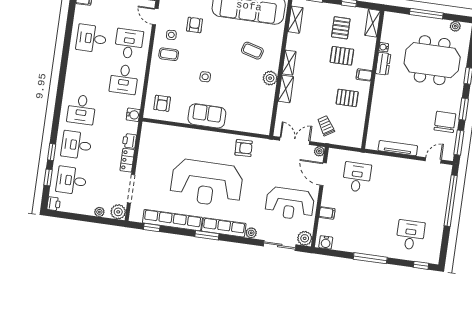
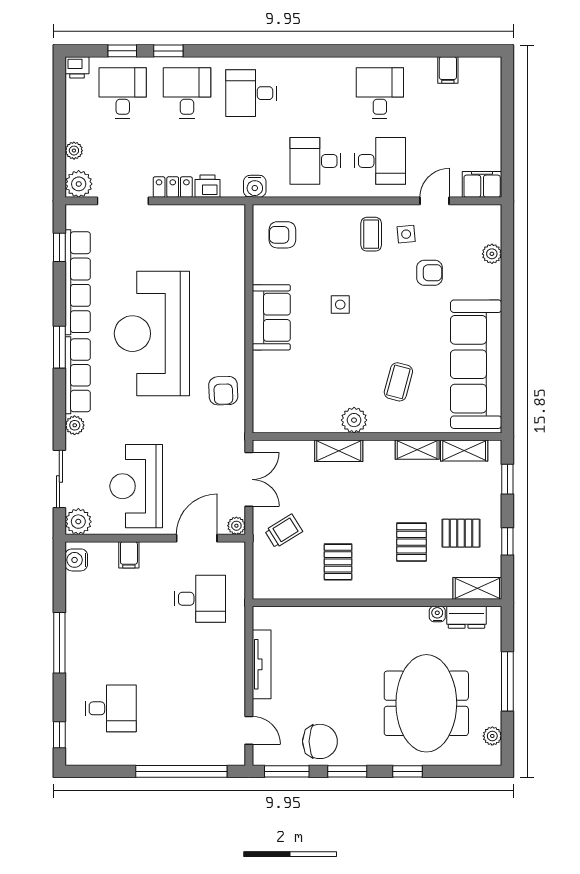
shelving: (289, 63) -> (417, 450), moved
dresser: (383, 64) -> (467, 617), moved
filing cabinet: (364, 75) -> (383, 586), removed

